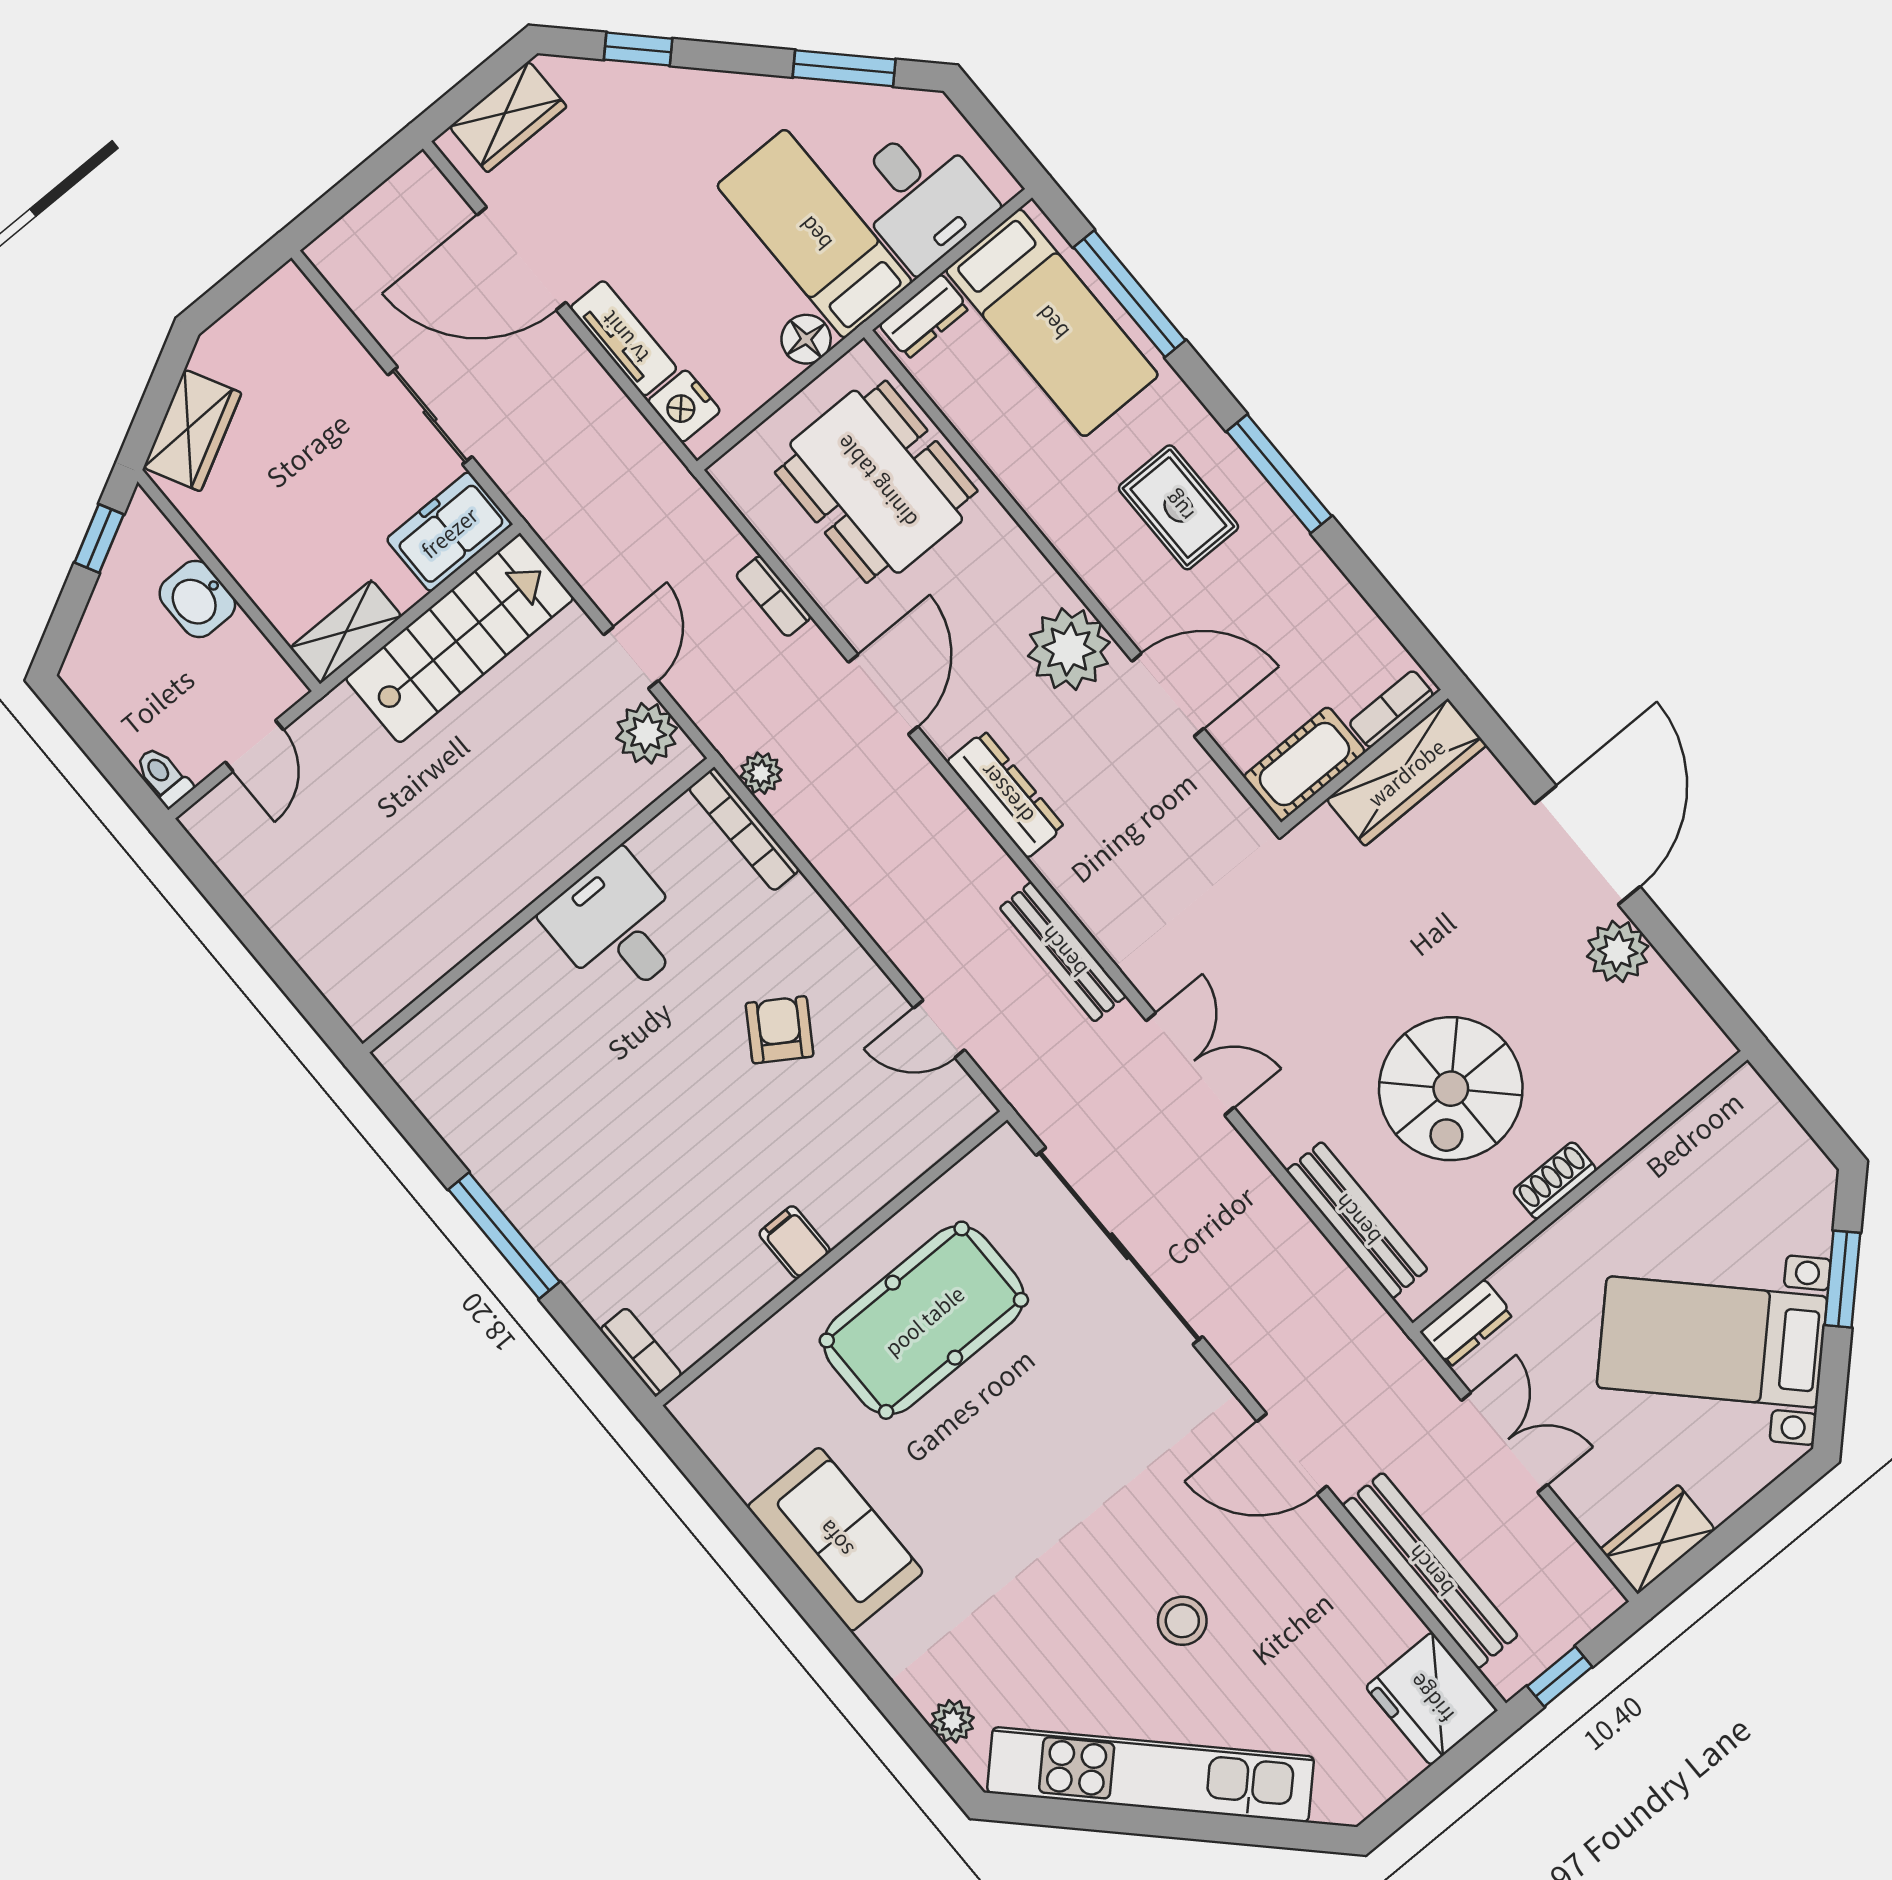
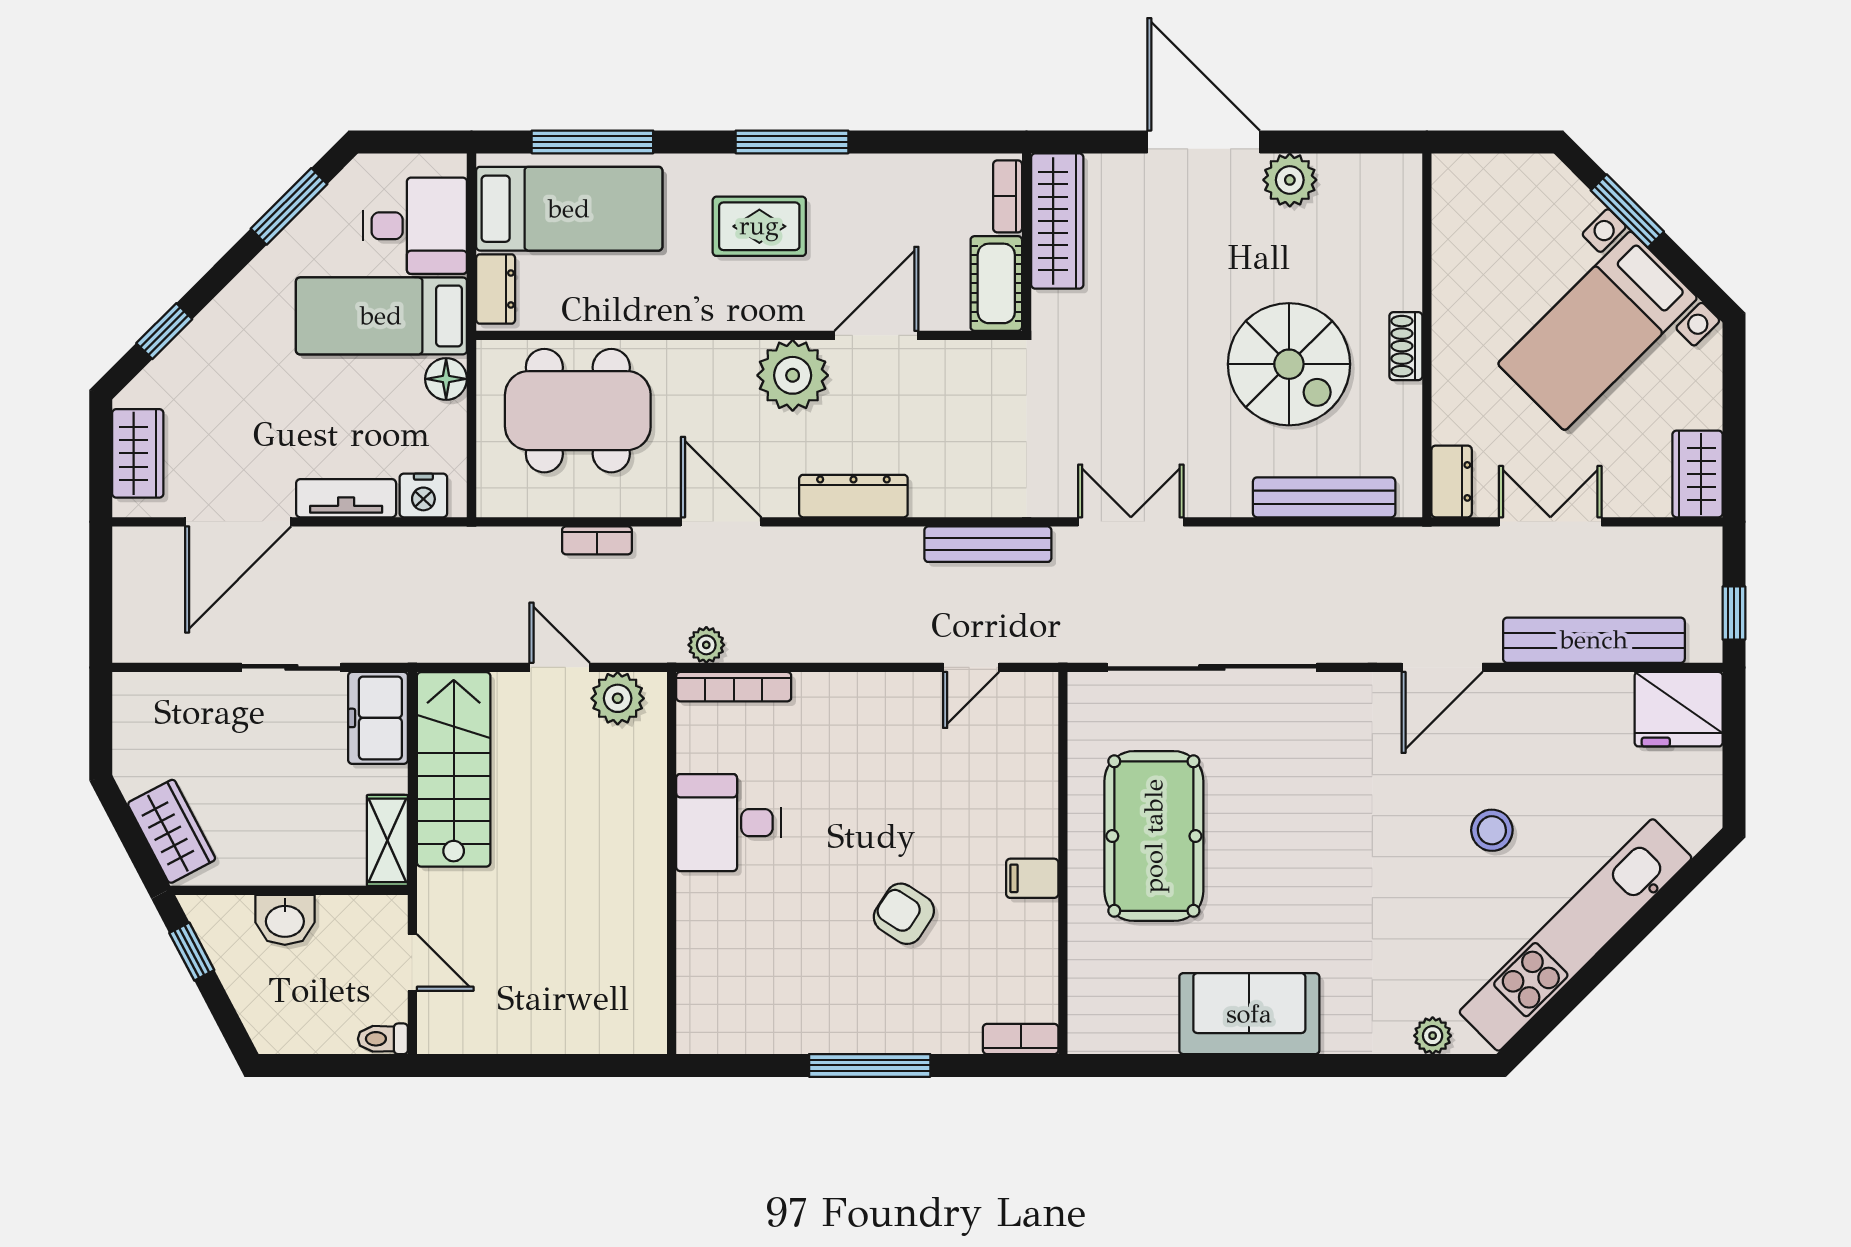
armchair: (780, 1030) -> (904, 914), moved

